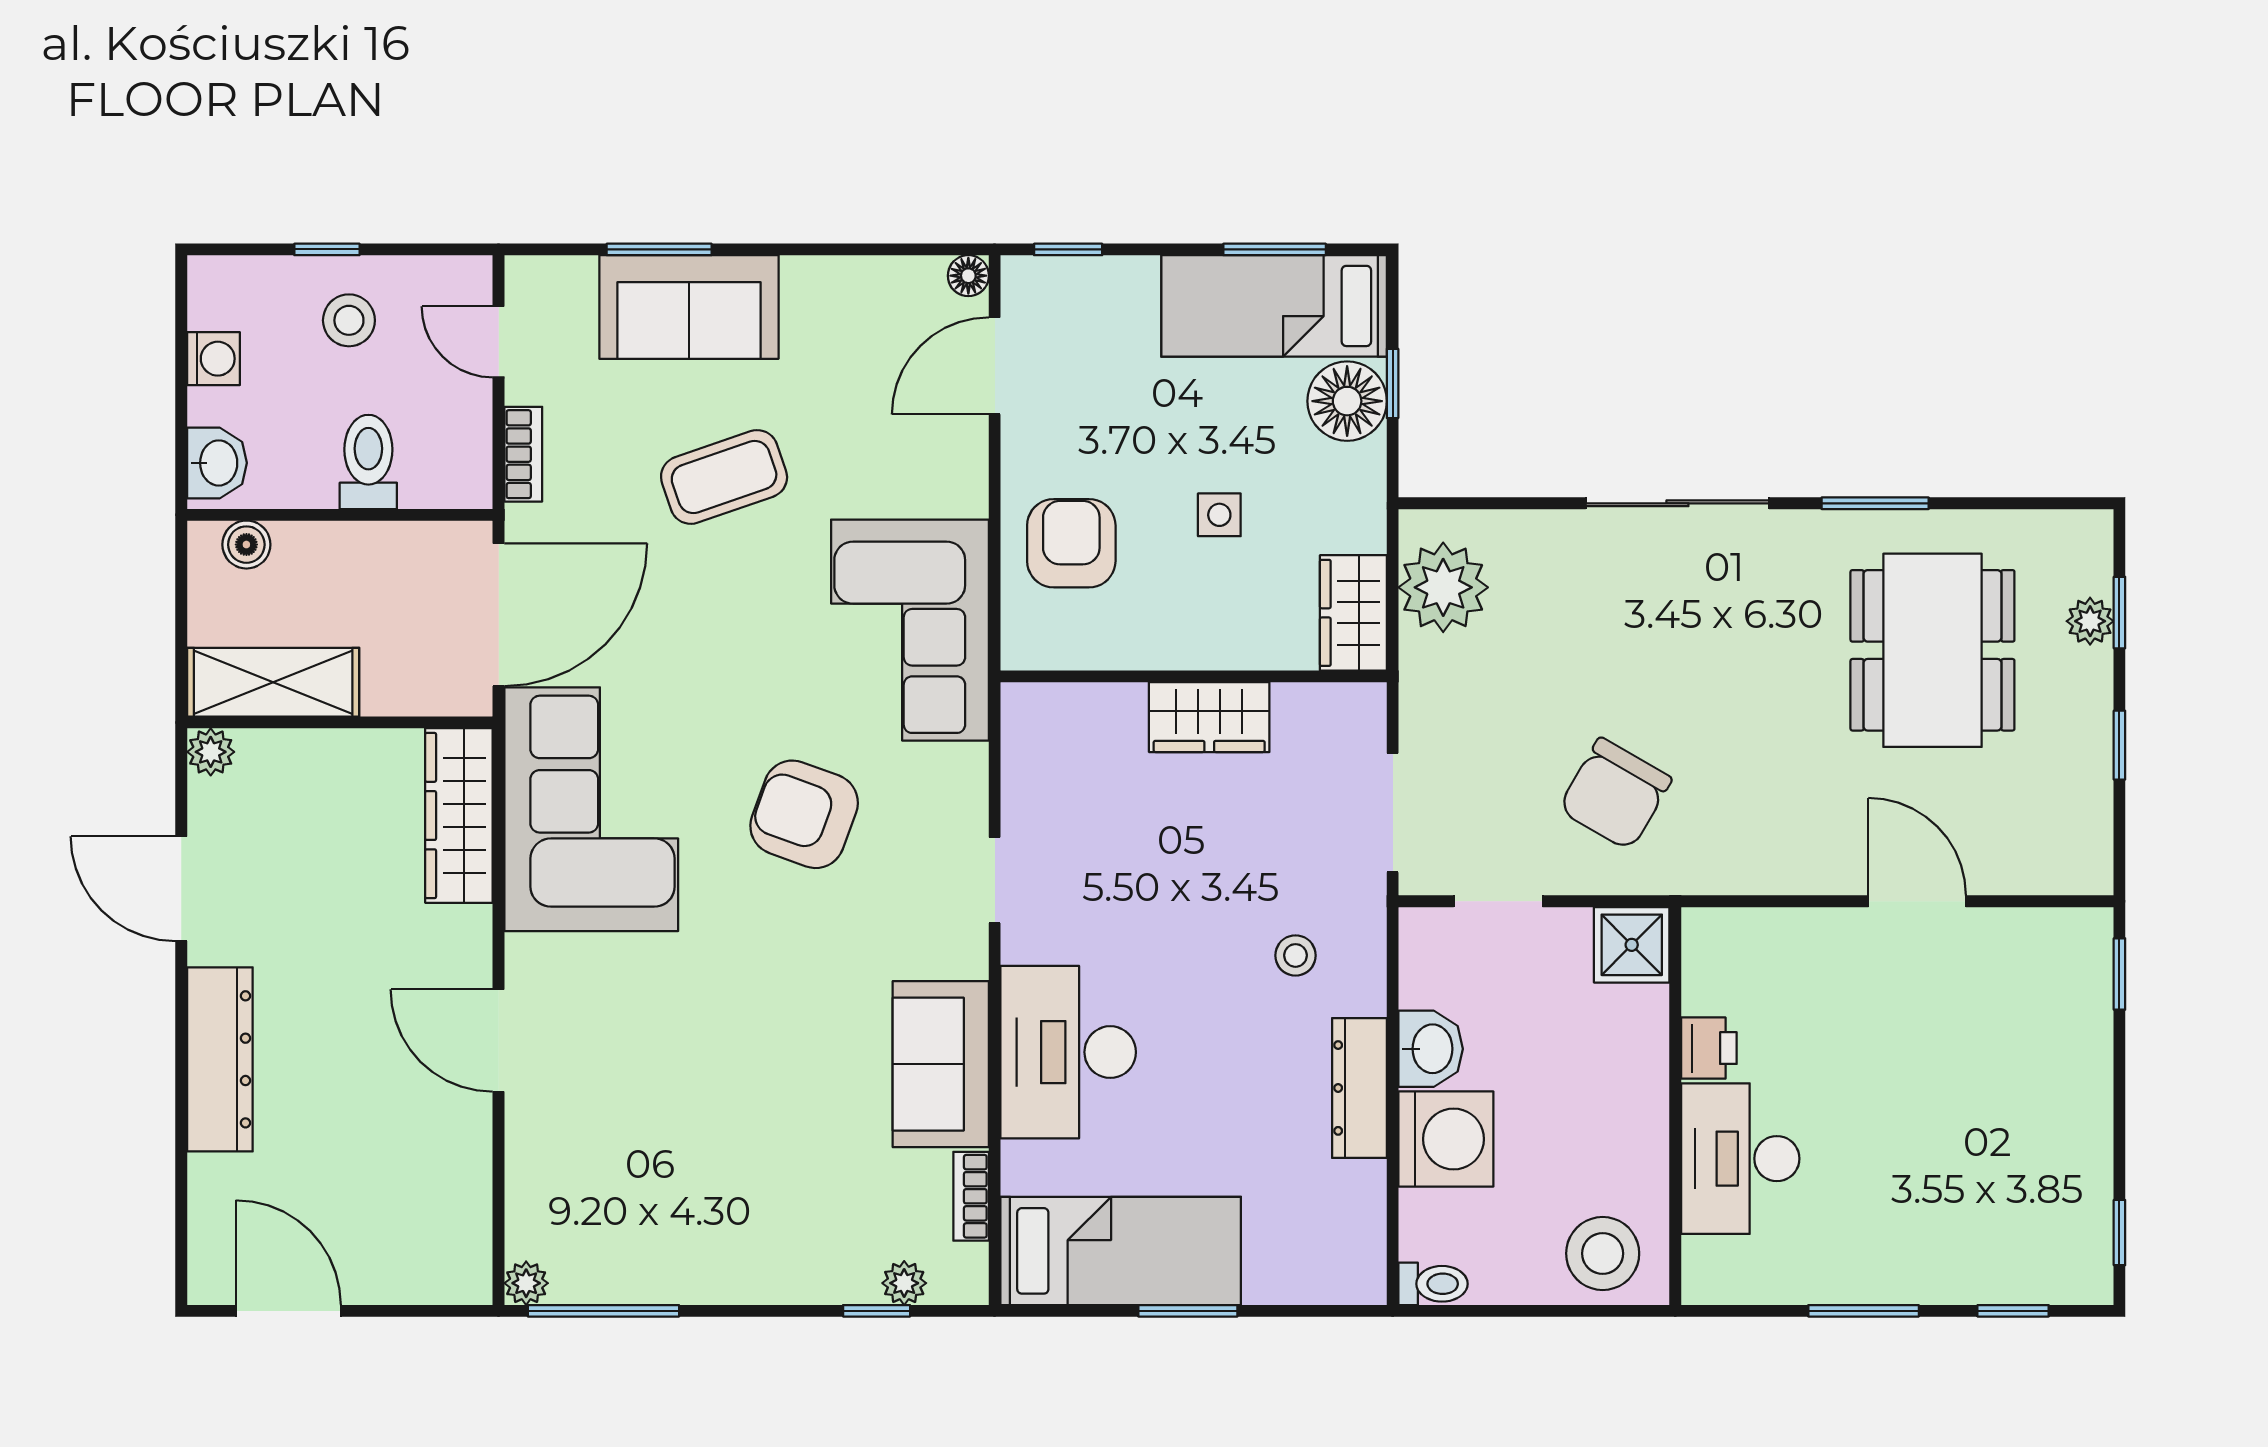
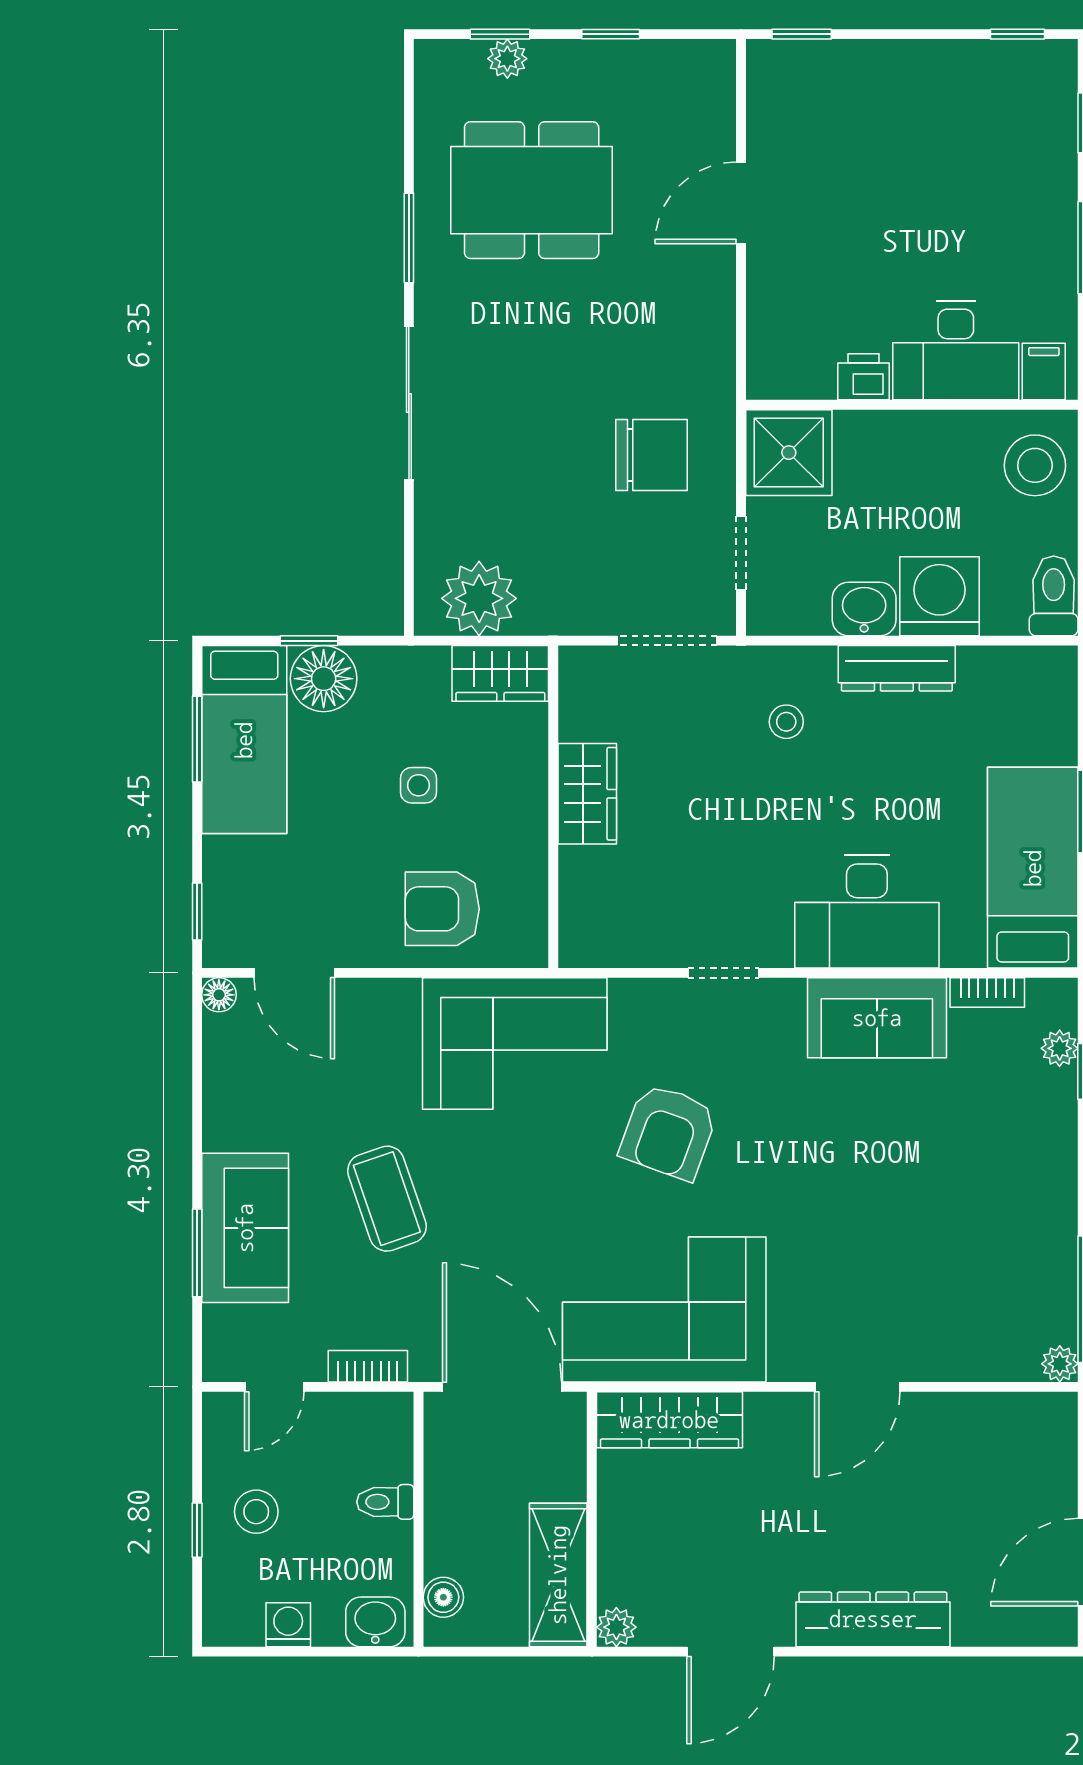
toilet: (368, 462) -> (385, 1502), width x0.73, depth x0.72
chair: (1615, 794) -> (652, 455), turned -30
shower: (1632, 945) -> (789, 453), width x1.36, depth x1.36
filing cabinet: (1715, 1264) -> (1044, 372), added
toilet: (1433, 1284) -> (1054, 596), width x1.37, depth x1.39

